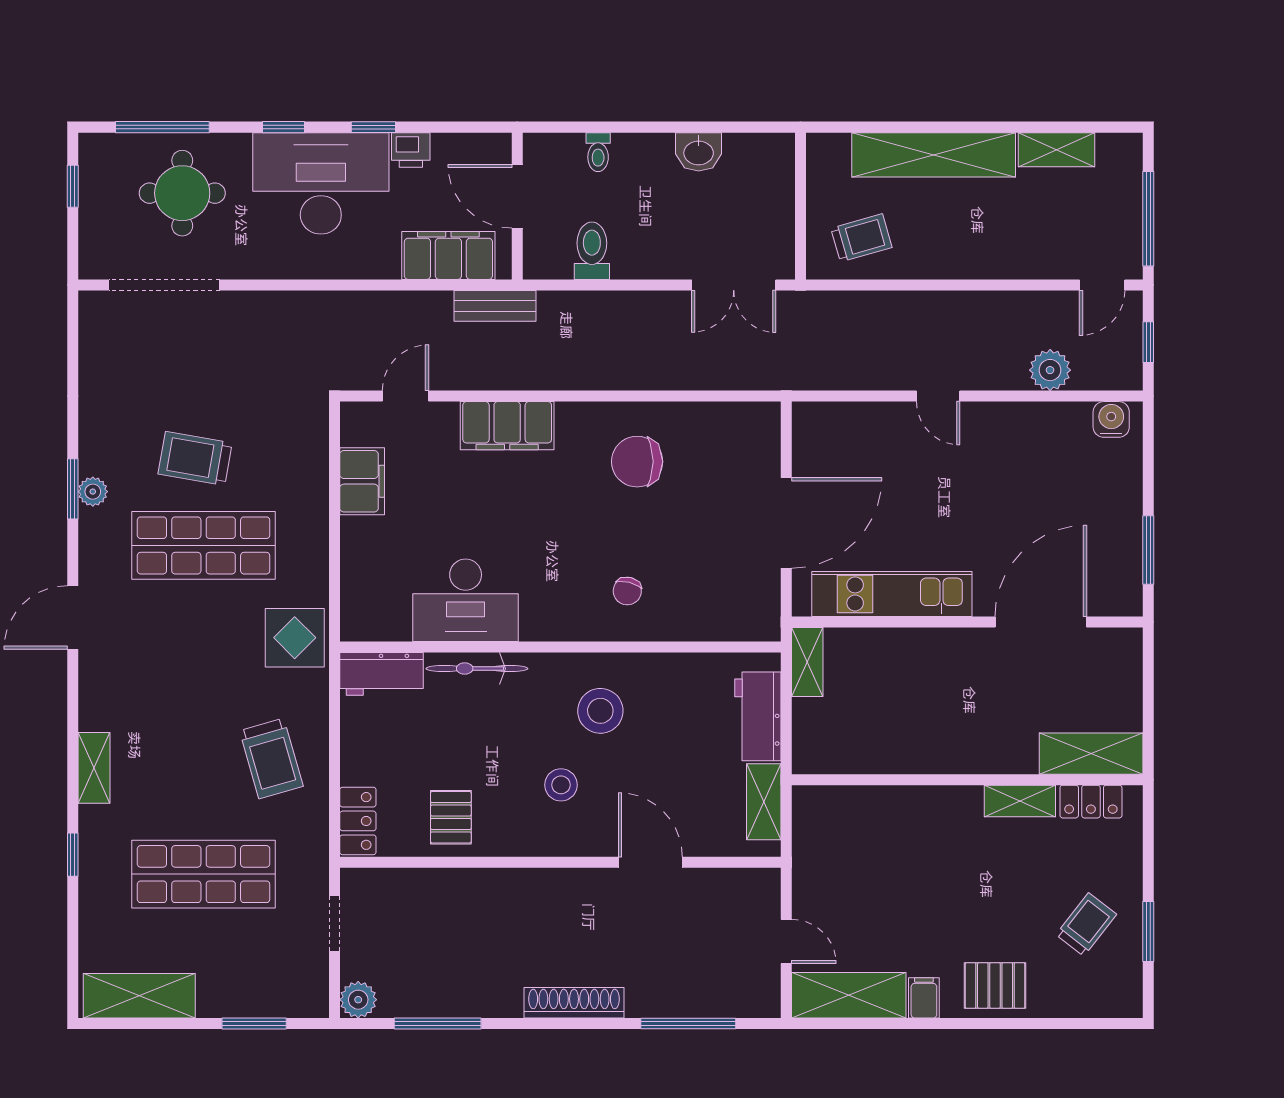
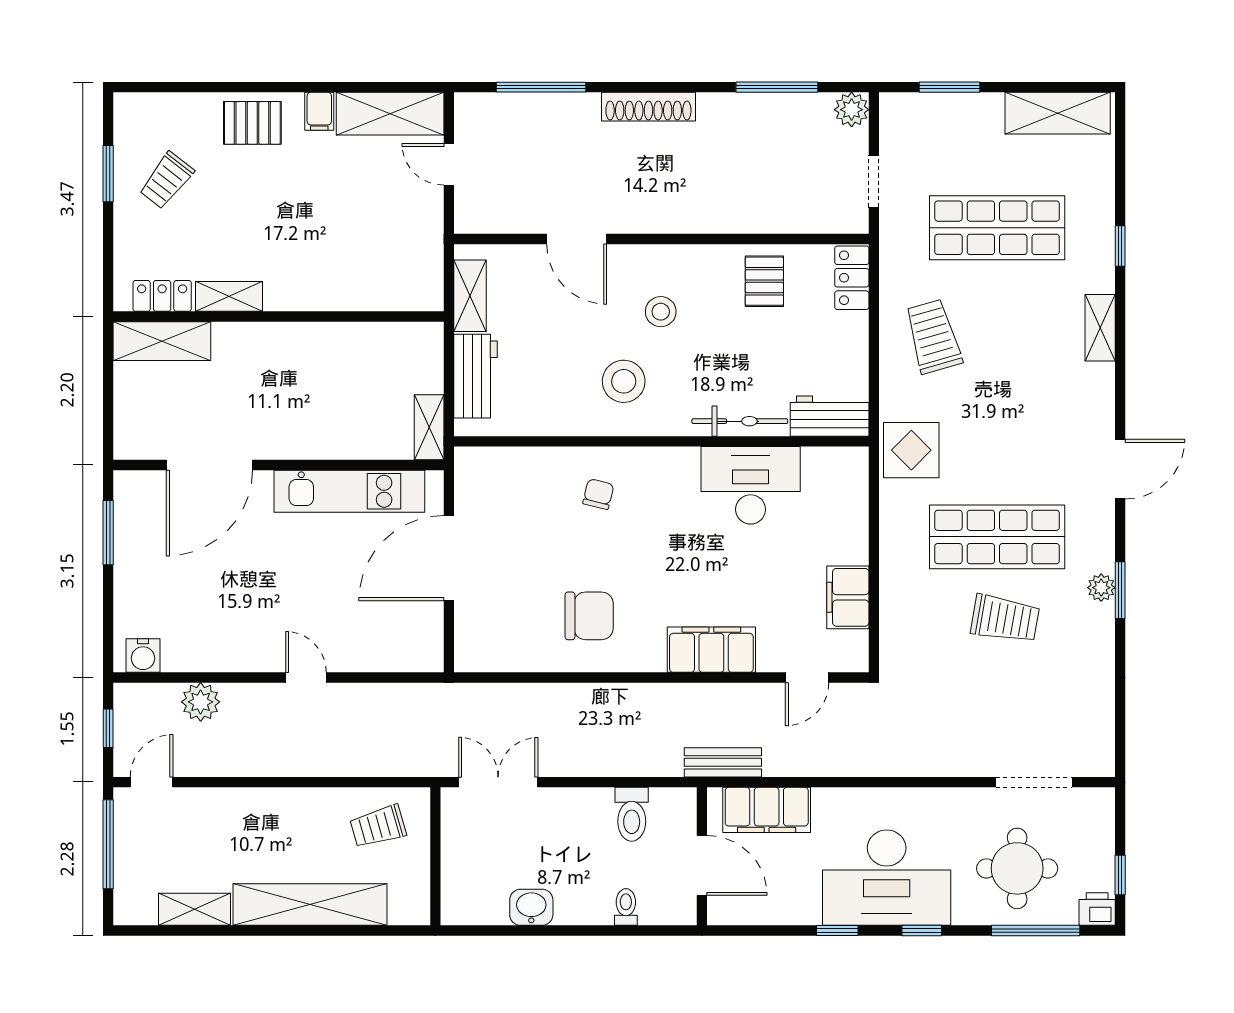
printer: (411, 150) -> (1097, 909), moved
doorway: (164, 285) -> (1034, 782), width x0.73

